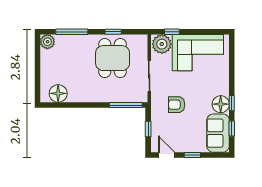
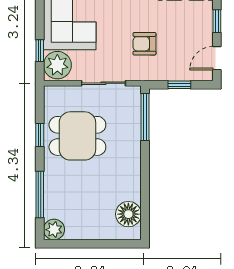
armchair: (177, 105) -> (144, 44), turned 90

